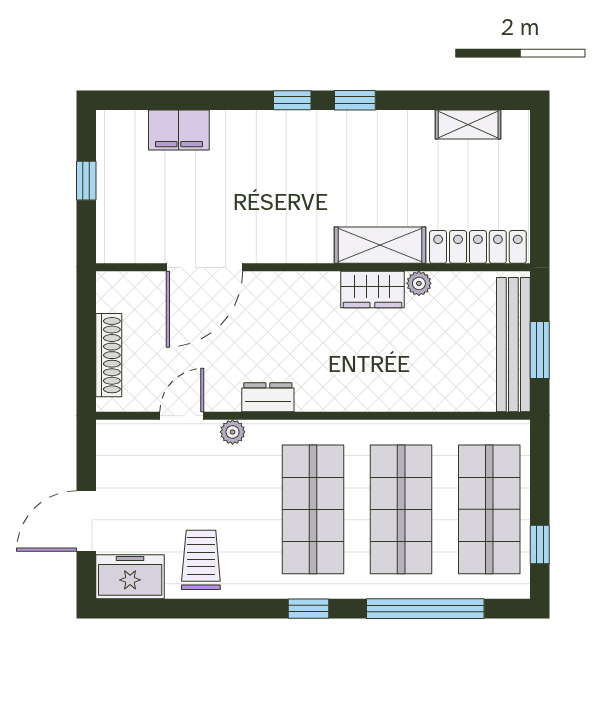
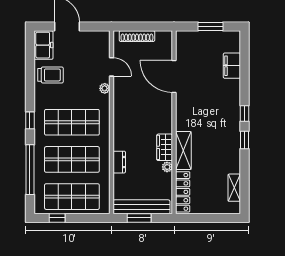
window: (86, 181) -> (211, 27), width x1.50
dresser: (268, 397) -> (119, 162), moved

